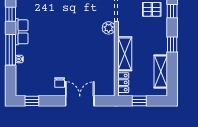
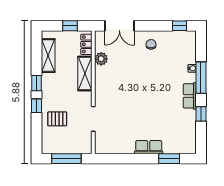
window: (172, 11) -> (37, 106), moved
plant: (109, 28) -> (101, 59), moved
double door: (80, 101) -> (119, 26), moved

